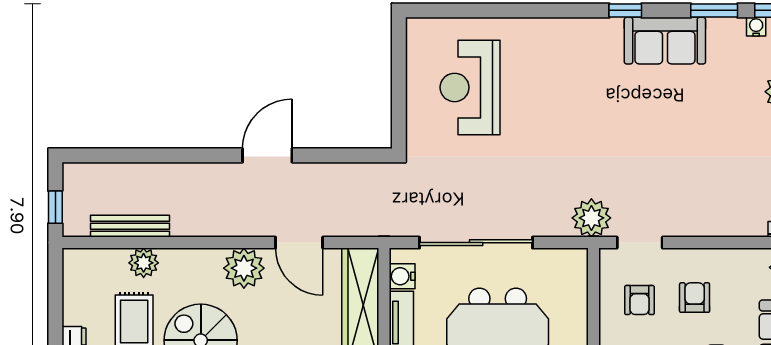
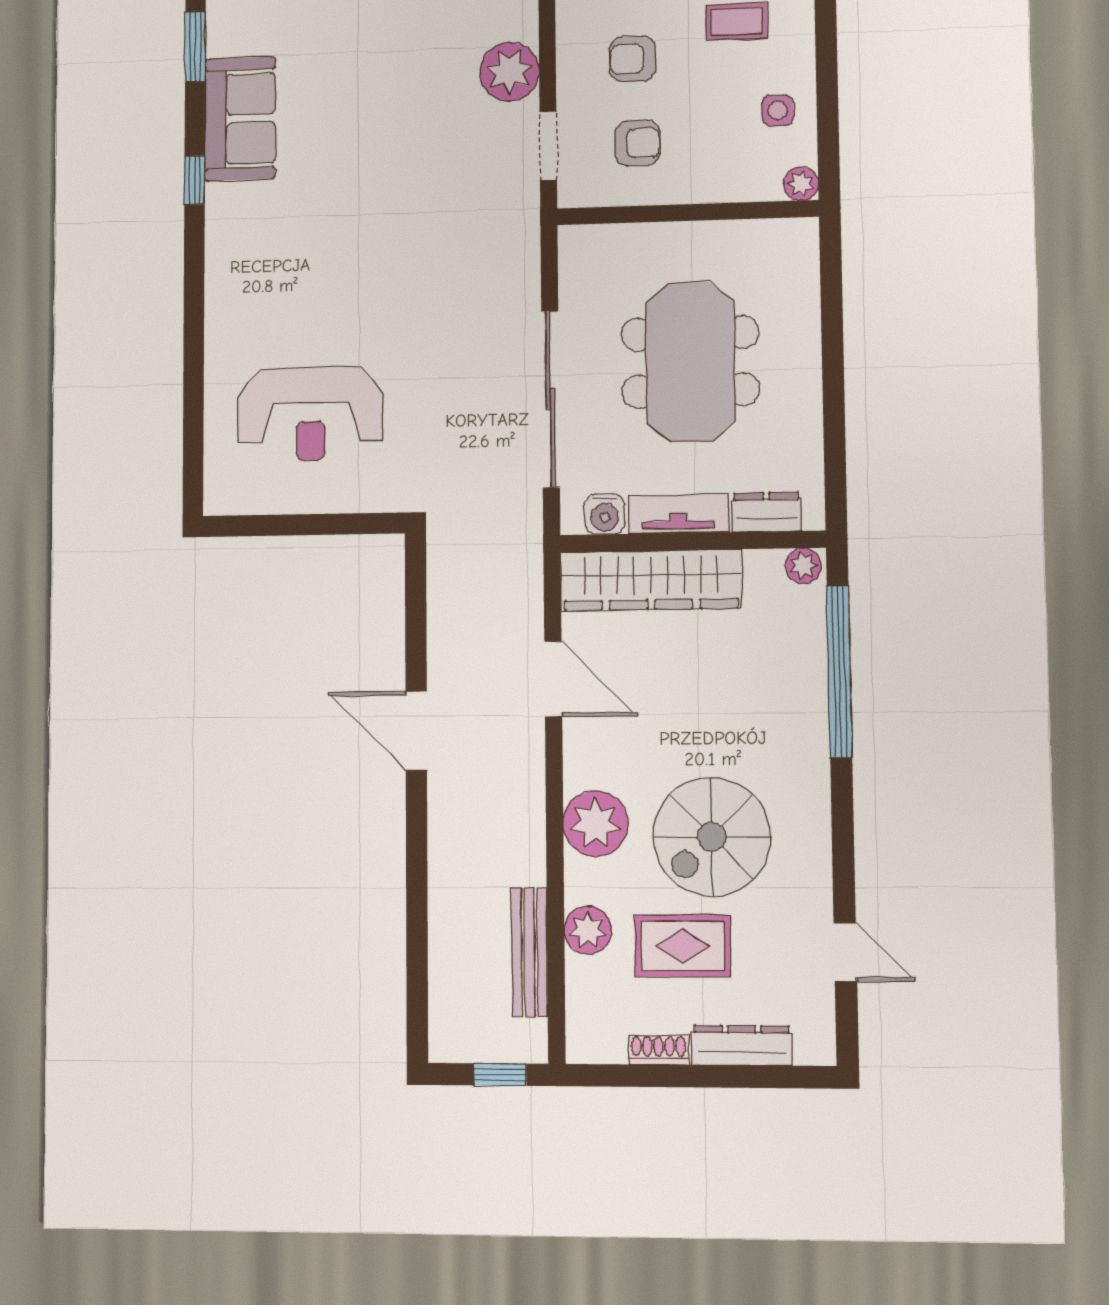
plant: (591, 218) -> (510, 72), moved
door: (299, 243) -> (553, 679), hinge flipped
plant: (244, 268) -> (595, 824), moved
shoe rack: (71, 306) -> (658, 1050), added

